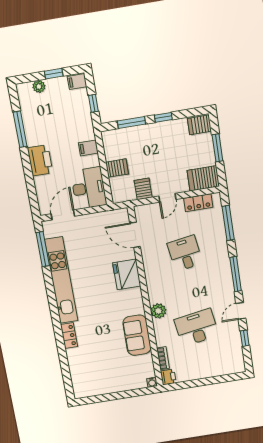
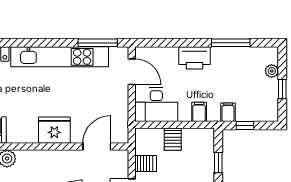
filing cabinet: (77, 82) -> (228, 112), moved
window: (131, 123) -> (218, 163), width x0.67

